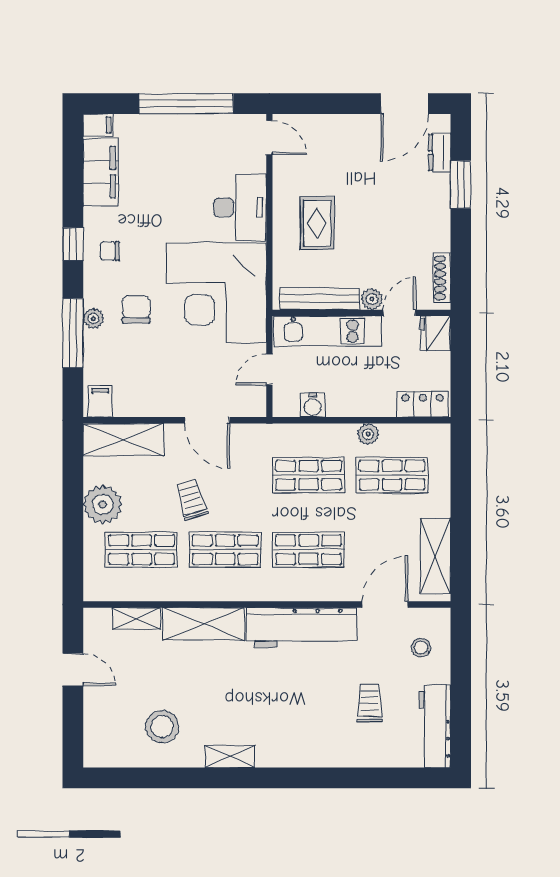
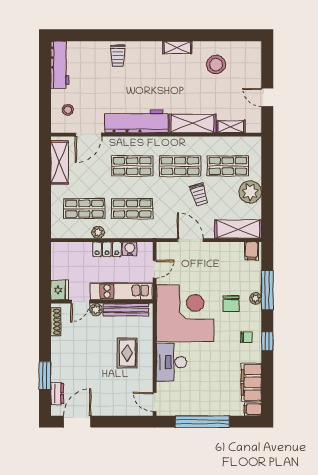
locker: (423, 404) -> (107, 249), moved
trolley: (369, 703) -> (118, 56), moved

